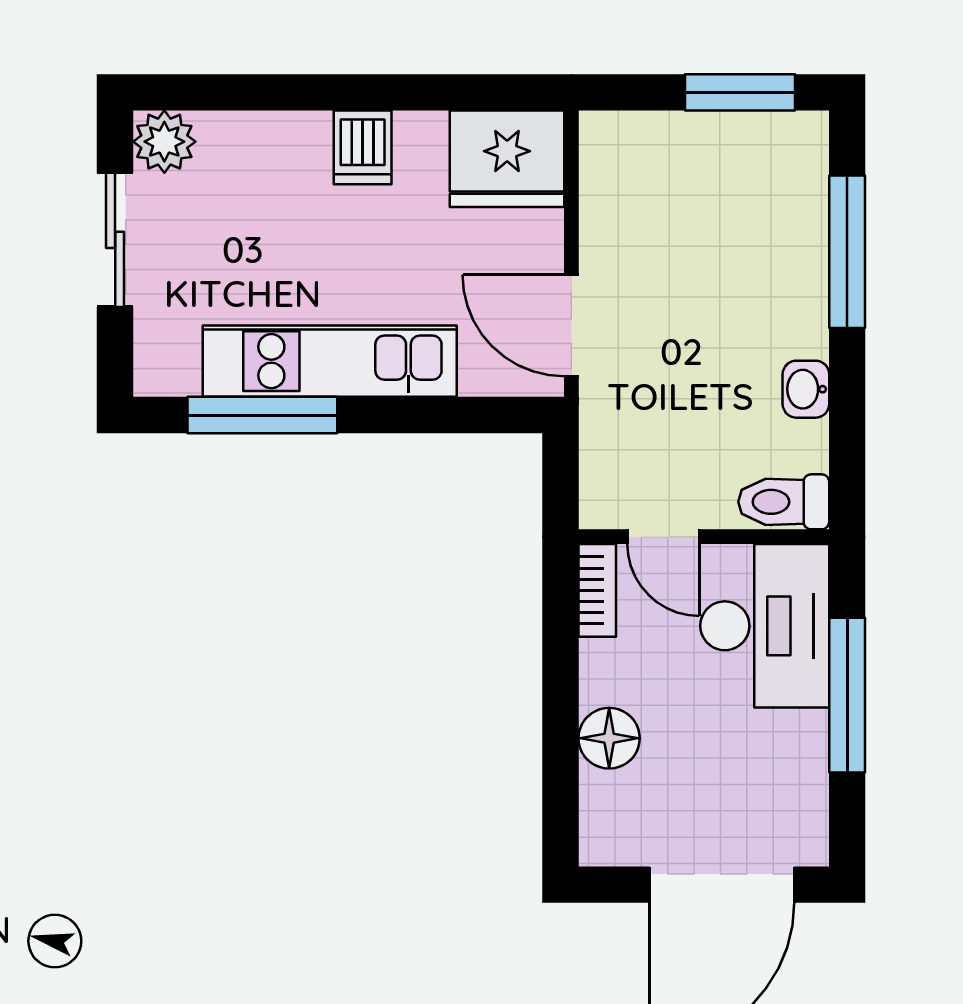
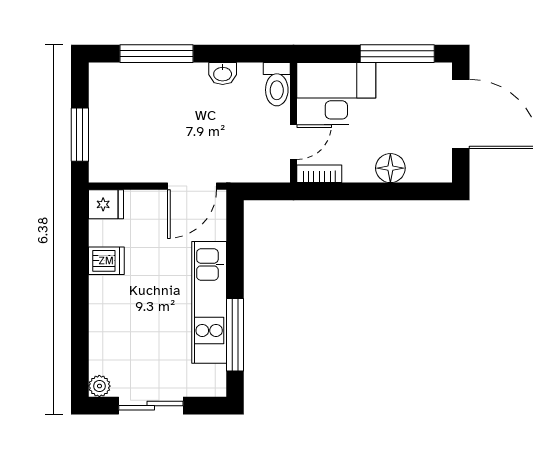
window: (740, 92) -> (80, 135), moved
plant: (164, 142) -> (99, 386), width x0.73, depth x0.73
dishwasher: (363, 147) -> (106, 261), moved
fridge: (507, 159) -> (106, 204), width x0.53, depth x0.75
window: (847, 695) -> (397, 54), moved

